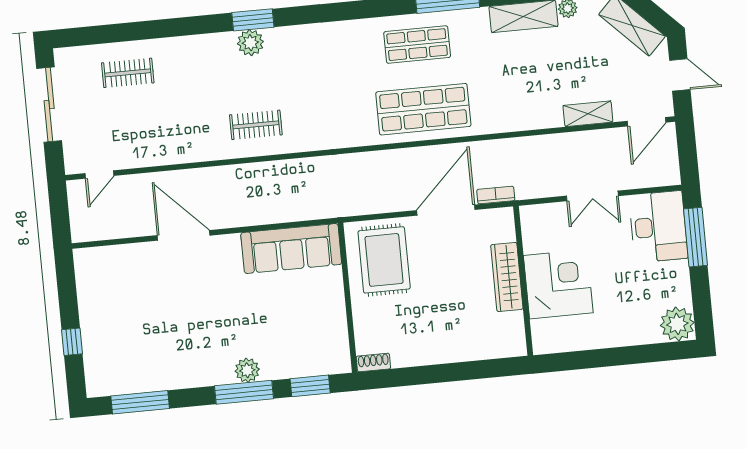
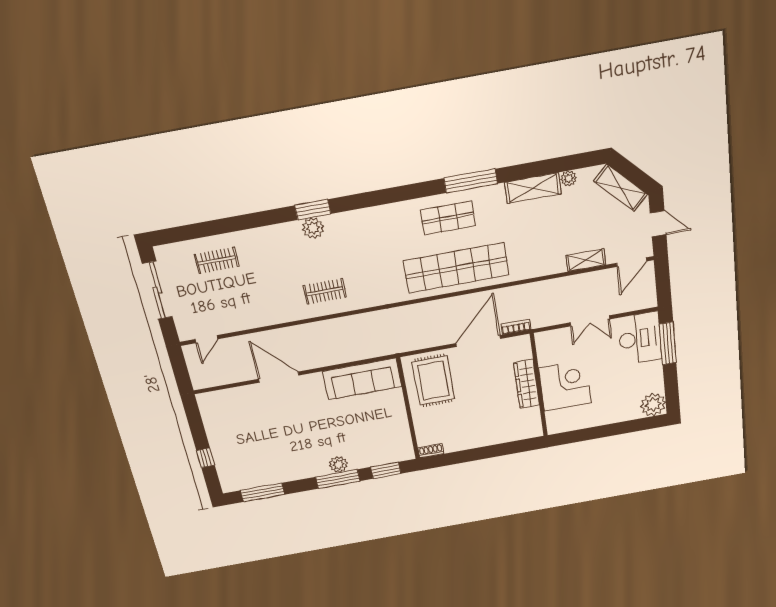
shop shelf: (423, 109) -> (456, 268), width x1.40

